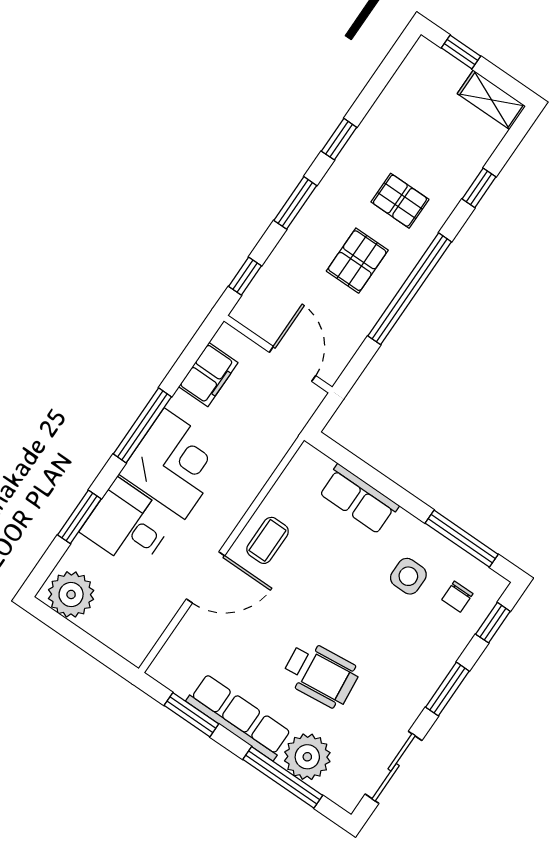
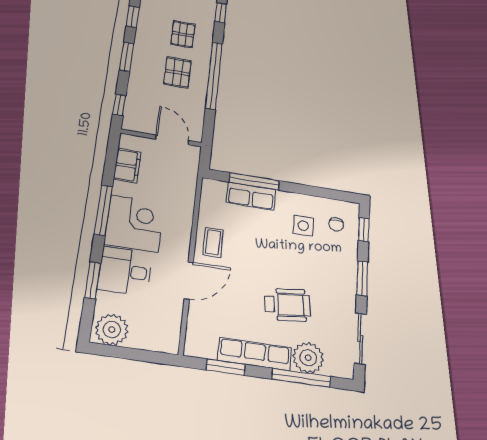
pallet: (400, 201) -> (183, 34), turned 90
window: (462, 539) -> (254, 181), moved

